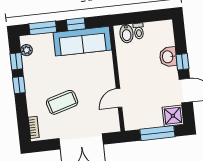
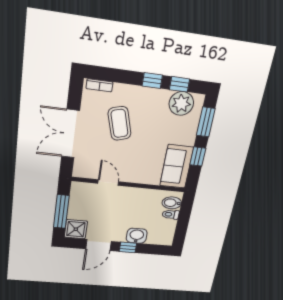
sofa: (82, 41) -> (177, 167), width x0.73
plant: (27, 50) -> (181, 103), width x1.88, depth x1.88

